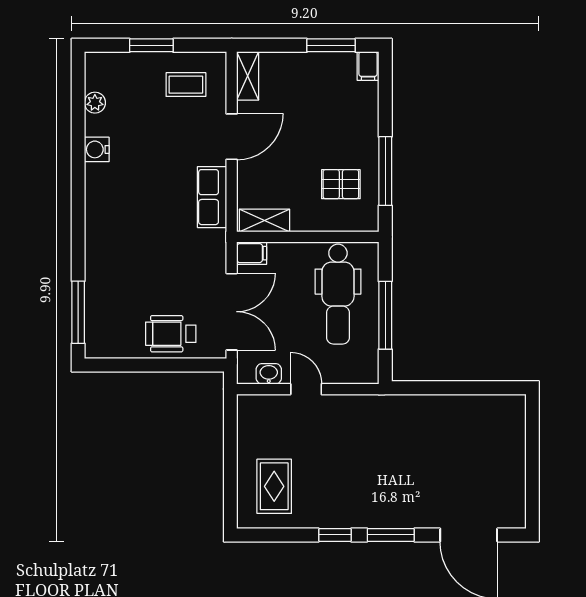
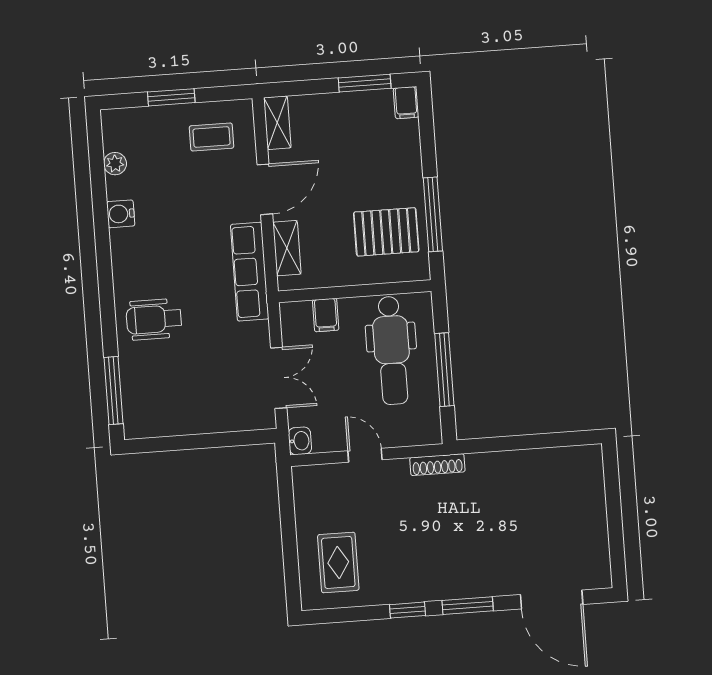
pallet: (341, 184) -> (386, 232), width x1.50, depth x1.42
row of seats: (212, 197) -> (250, 272), width x1.48
shelving: (264, 220) -> (287, 248), moved, turned 90
filing cabinet: (252, 253) -> (326, 315), moved, turned 90
double door: (232, 312) -> (279, 378), width x0.73
wheelchair: (171, 334) -> (154, 319), moved
washbasin: (269, 374) -> (300, 441), moved, turned 90
shoe rack: (372, 403) -> (437, 465), added

